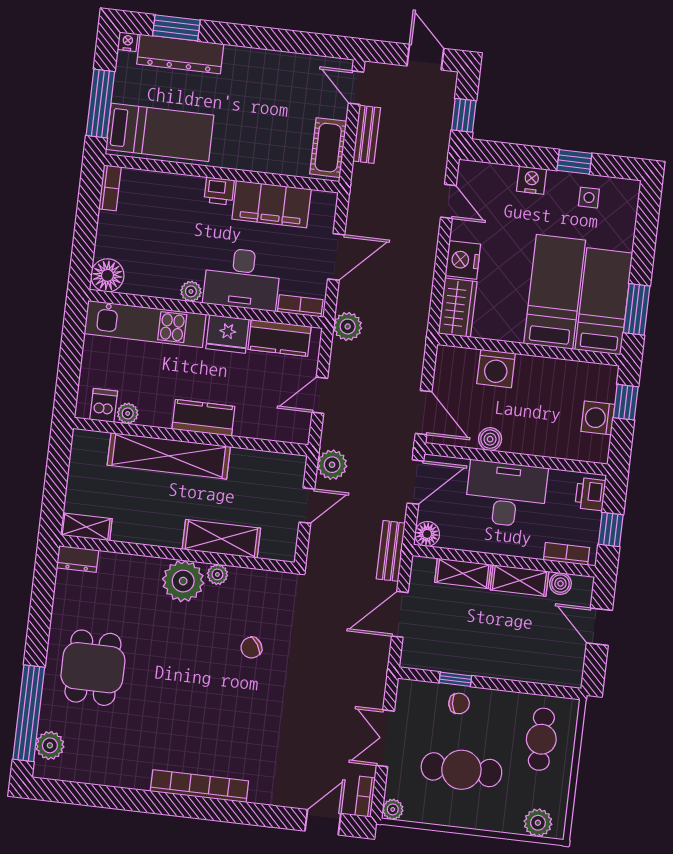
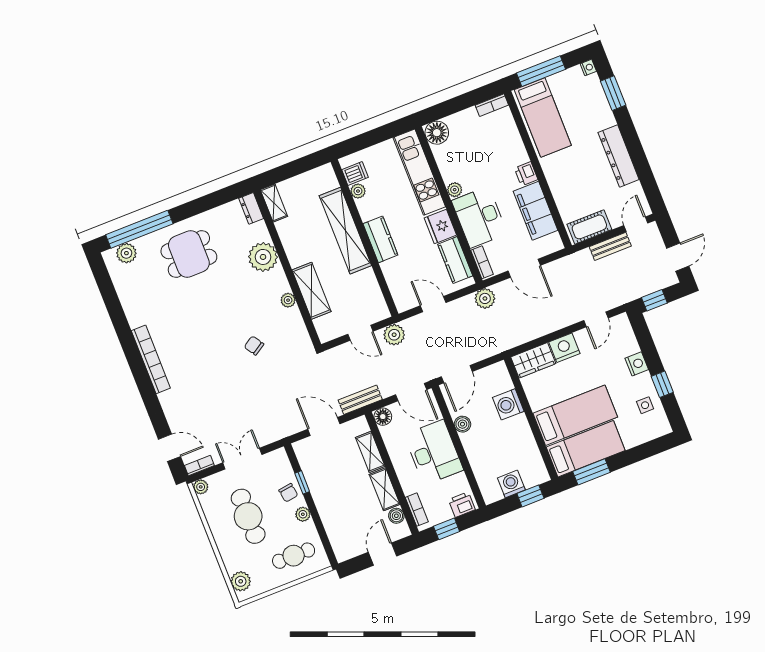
dresser: (180, 54) -> (619, 156), moved
plant: (183, 581) -> (263, 257), moved
plant: (496, 700) -> (303, 514), added

